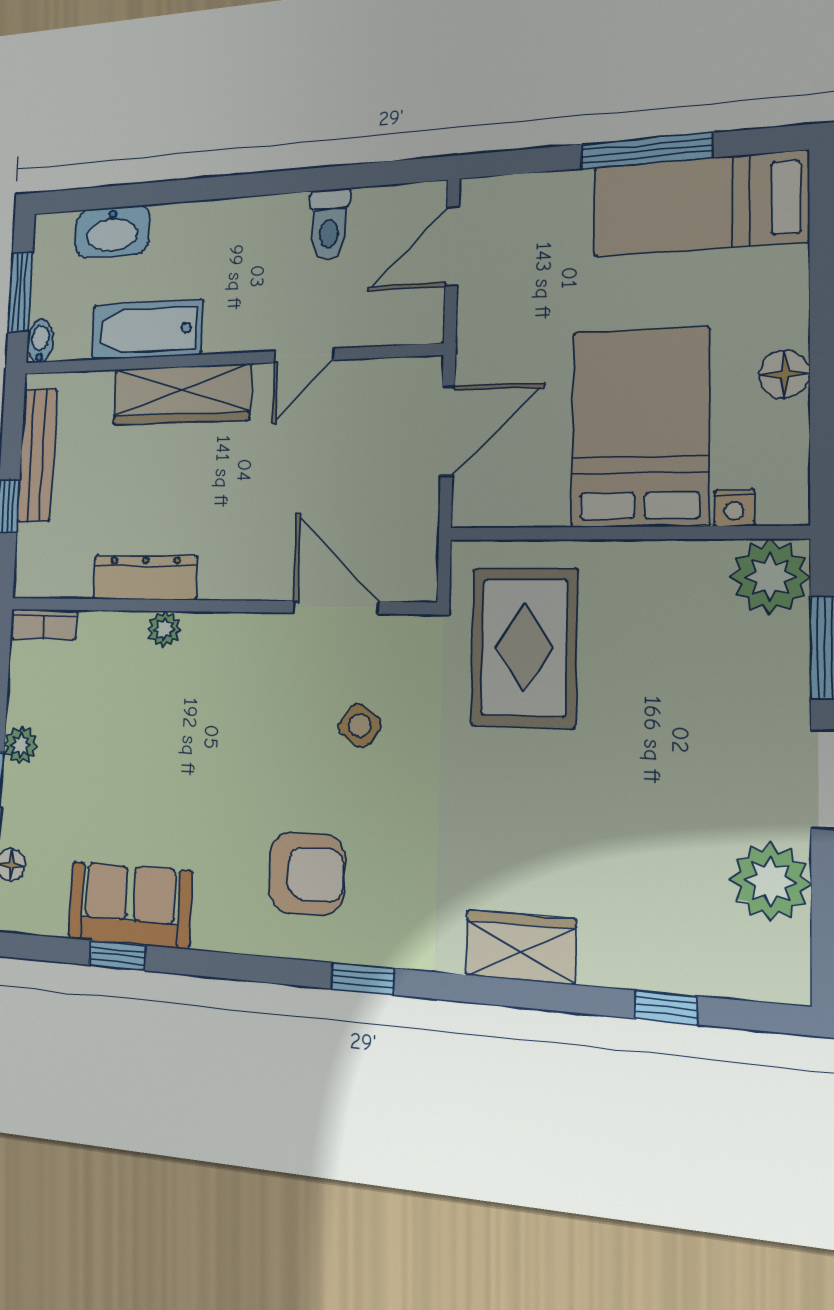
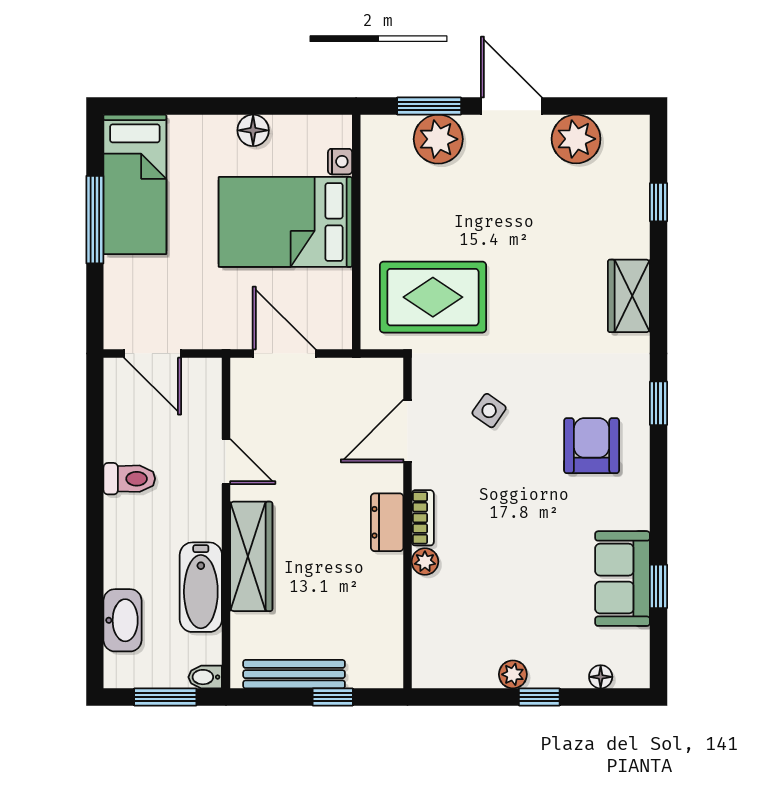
toilet: (329, 224) -> (129, 479), moved
dresser: (145, 577) -> (387, 522), moved, width x0.70
plant: (770, 577) -> (438, 139), moved
bookcase: (44, 624) -> (423, 518), moved

